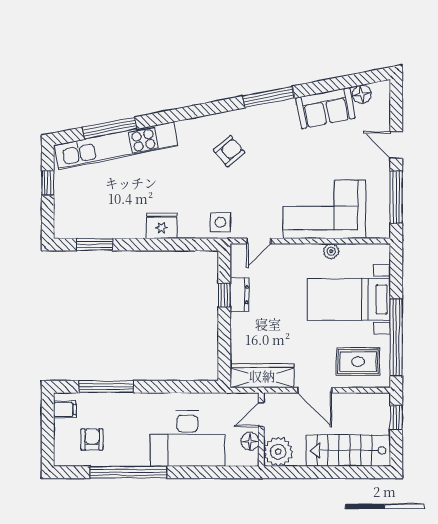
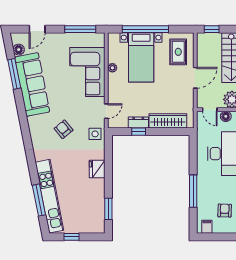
window: (268, 97) -> (14, 74), moved
sofa: (325, 108) -> (32, 84), width x1.85, depth x1.27
door: (396, 145) -> (37, 29), moved
armchair: (229, 151) -> (64, 129), moved
door: (259, 241) -> (106, 111), hinge flipped
window: (396, 337) -> (145, 29), moved
wardrobe: (262, 376) -> (168, 121), moved, turned 90
window: (106, 387) -> (193, 191), moved
armchair: (92, 439) -> (225, 211), turned 92

